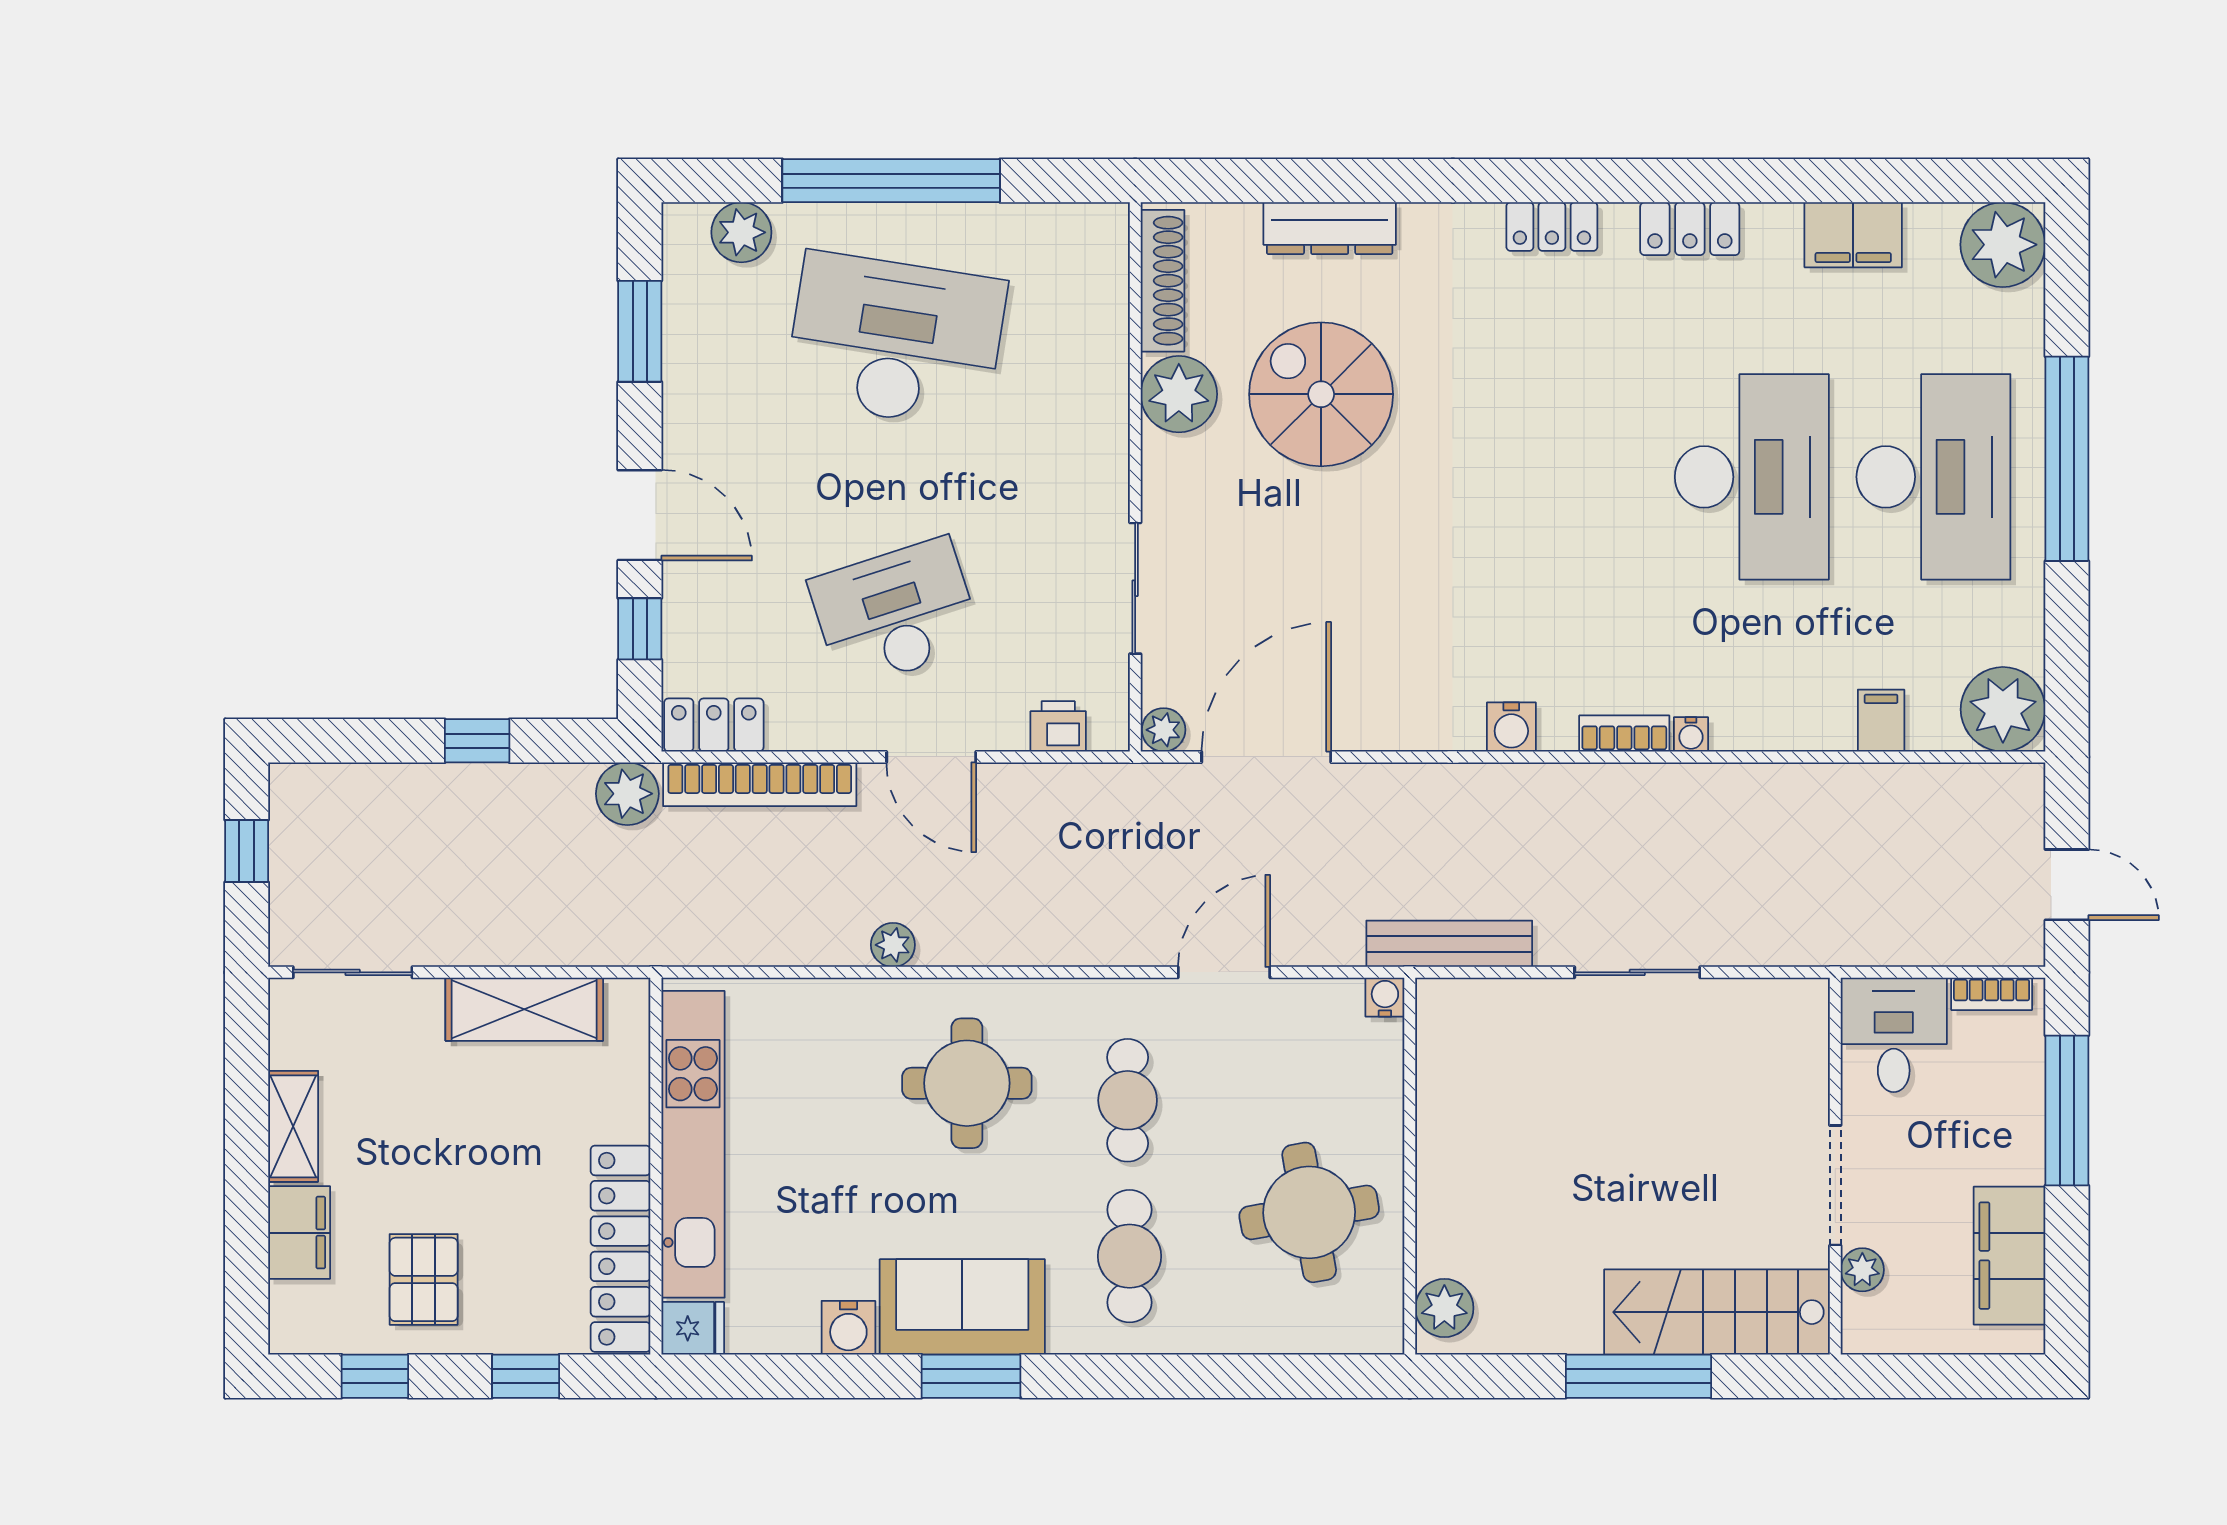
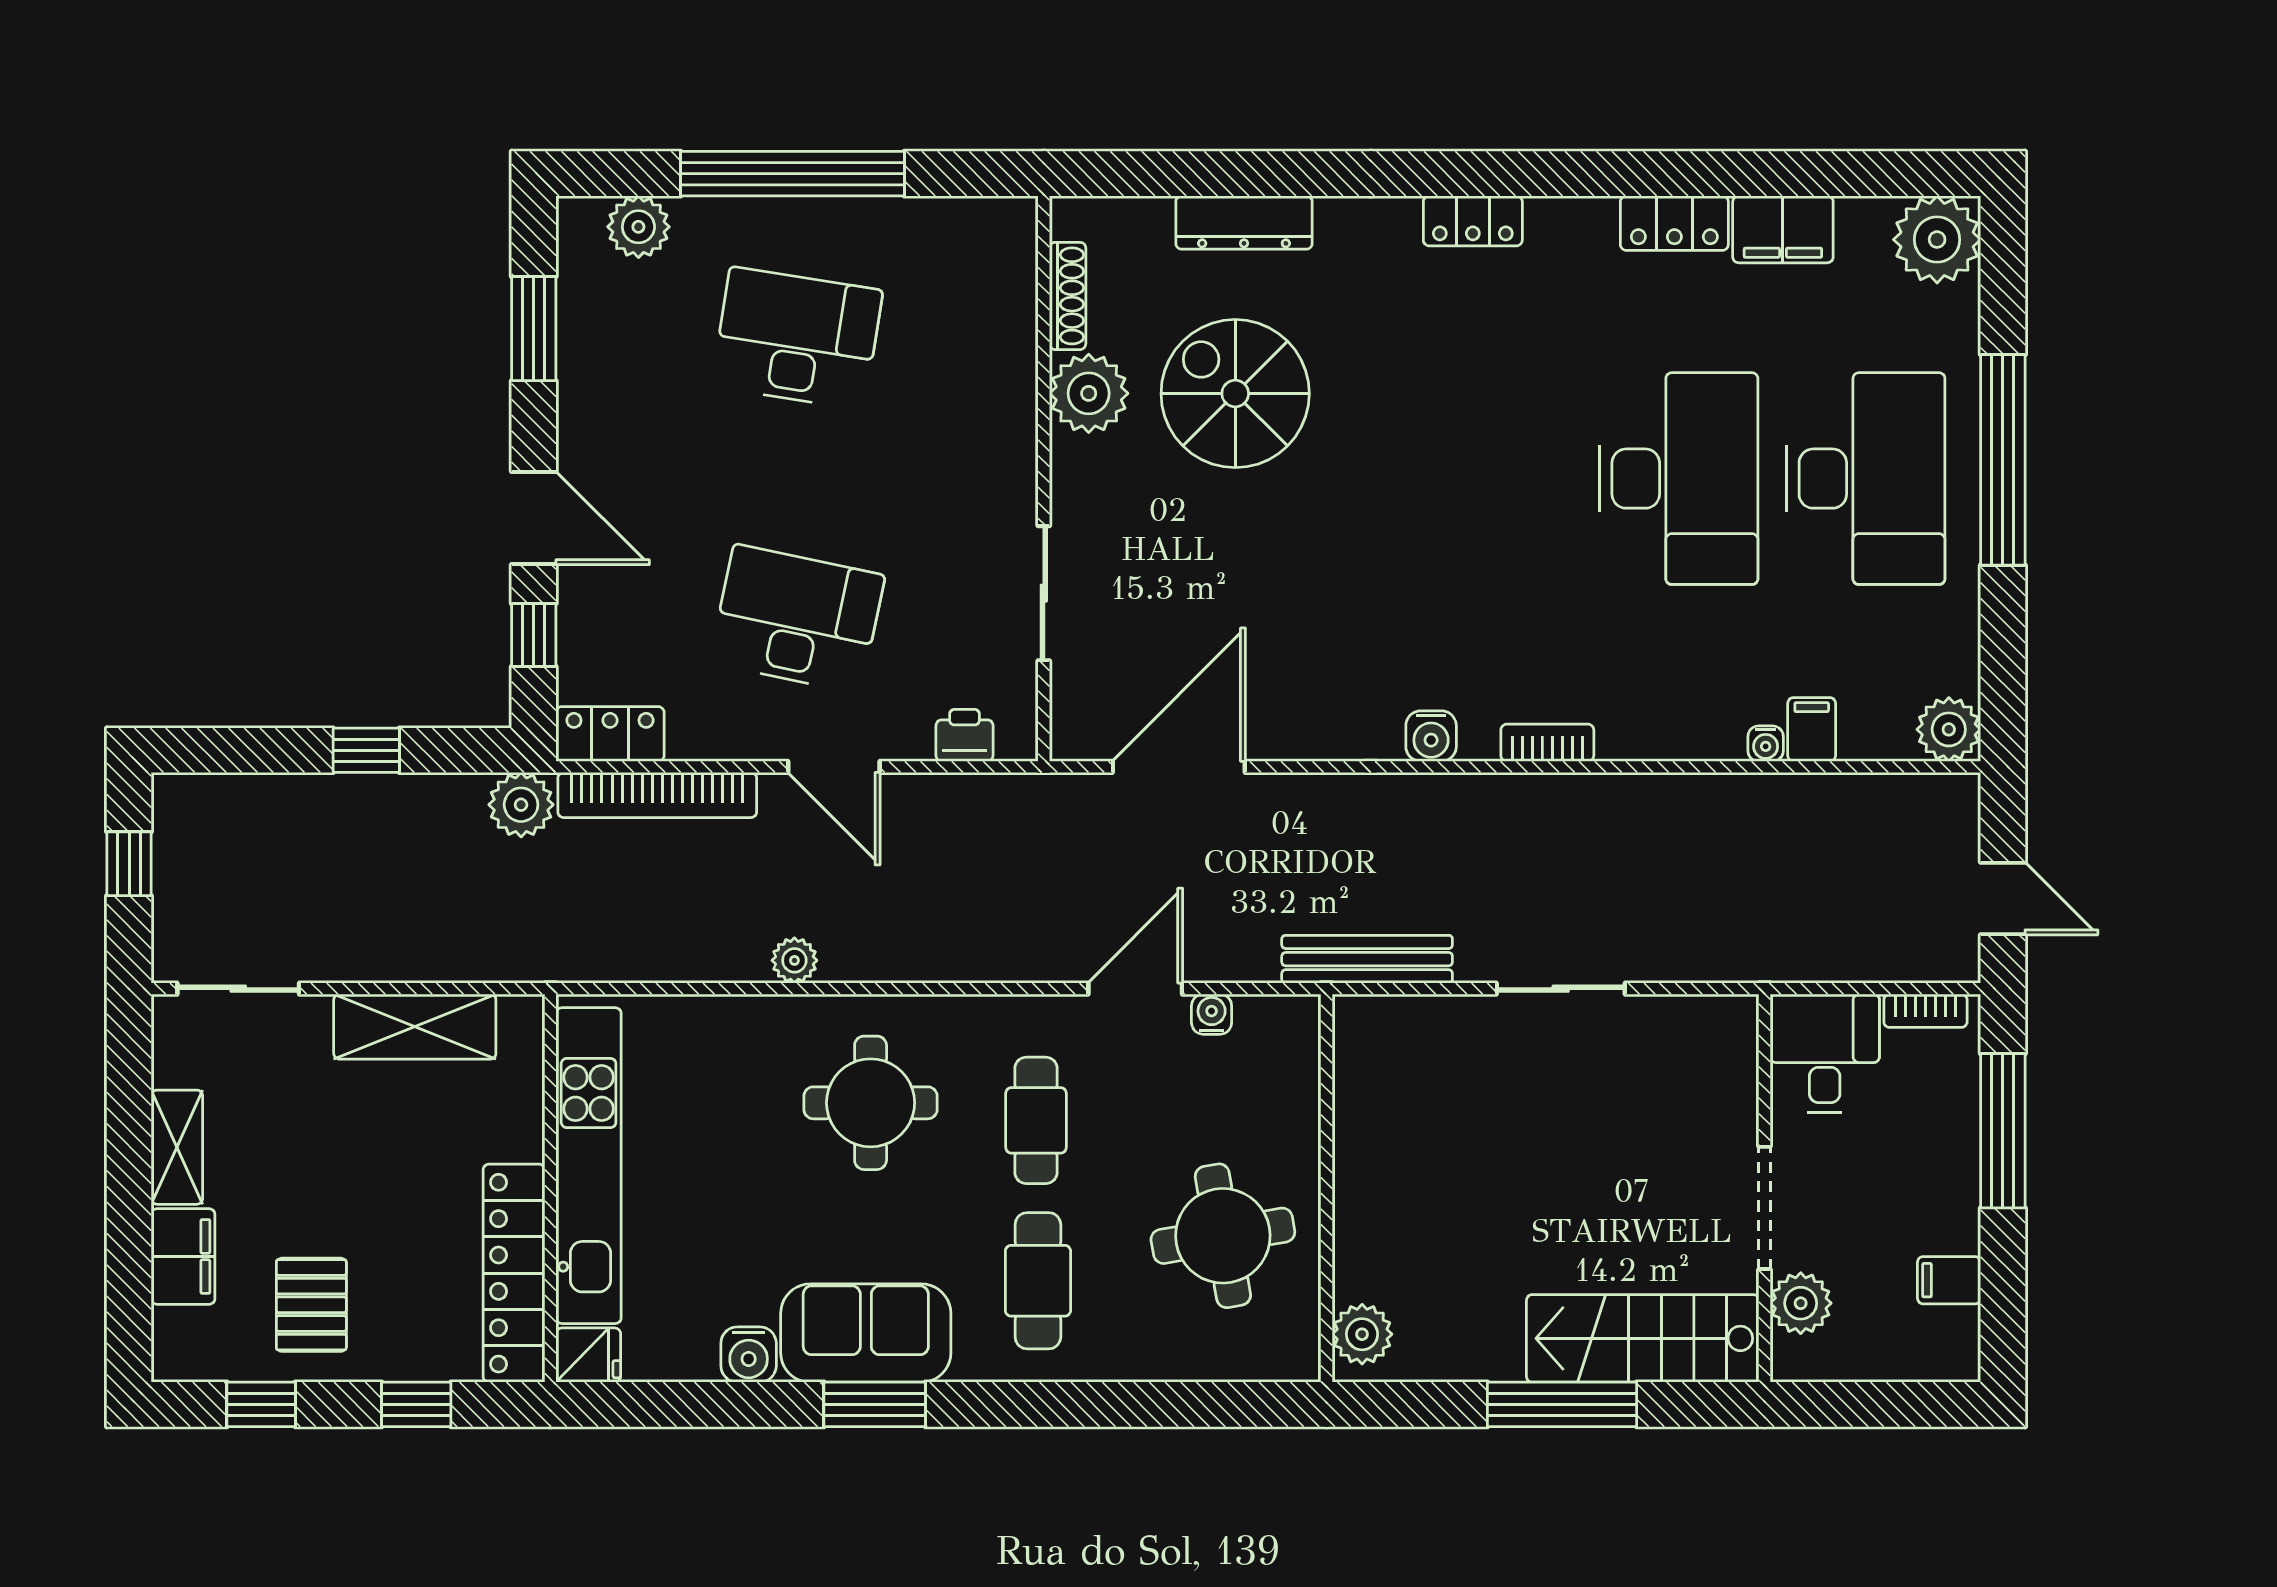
locker: (1690, 229) -> (1674, 223), moved
shoe rack: (1162, 281) -> (1068, 296), width x0.74, depth x0.81
desk: (896, 341) -> (797, 338), width x0.73, depth x0.77
desk: (896, 613) -> (797, 619), turned 30
plant: (2003, 709) -> (1949, 729), width x0.73, depth x0.73
plant: (1164, 730) -> (1073, 739), removed
water cooler: (1691, 734) -> (1766, 744), moved
water cooler: (1385, 997) -> (1212, 1014), moved
filing cabinet: (2009, 1256) -> (1949, 1280), width x0.33, depth x0.86
plant: (1862, 1270) -> (1801, 1303), width x1.38, depth x1.38

